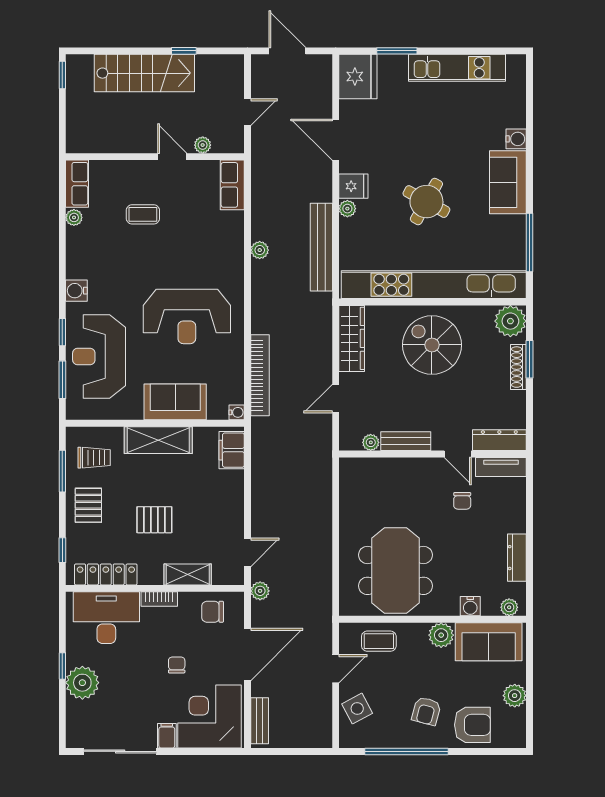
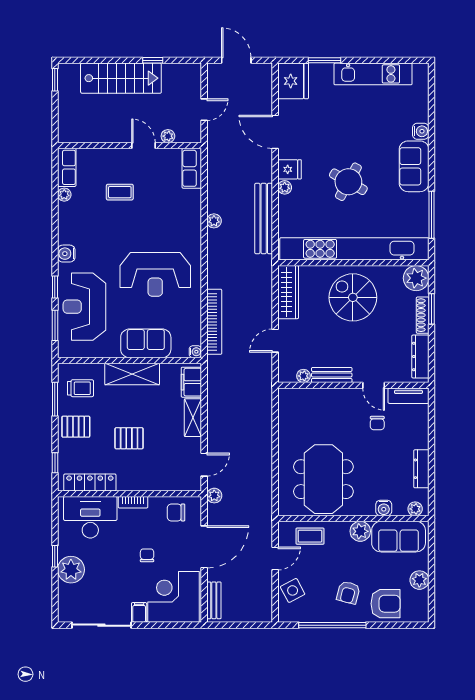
dresser: (499, 440) -> (420, 356), moved, turned -90
pallet: (88, 505) -> (76, 427), turned 90
shelving: (188, 575) -> (193, 418), moved, turned 90

